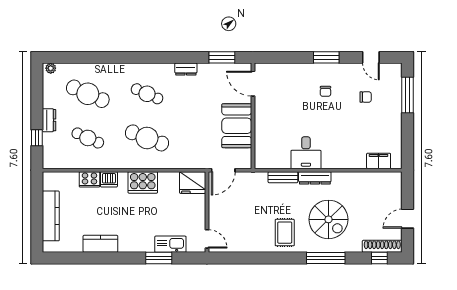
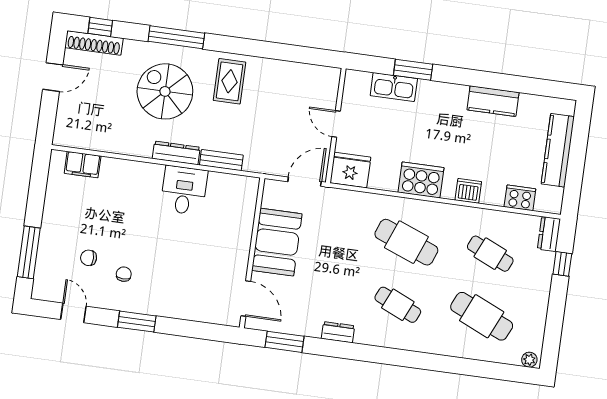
chair: (325, 91) -> (124, 274), moved
dresser: (49, 120) -> (549, 234), moved
cooker: (89, 179) -> (520, 198), moved
door: (207, 239) -> (336, 124), moved

